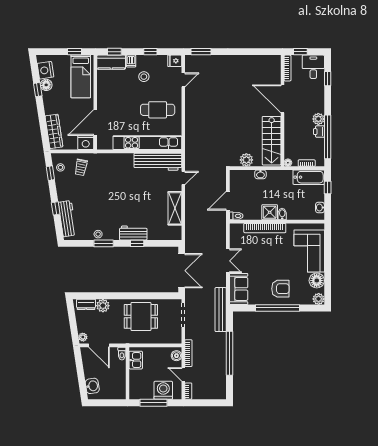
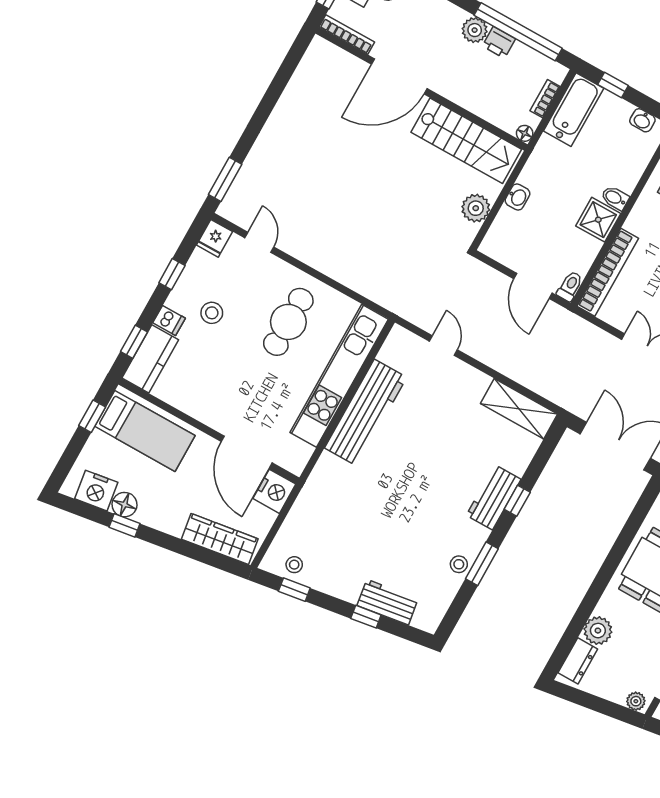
workbench: (158, 162) -> (366, 413), moved
trolley: (81, 167) -> (316, 526), removed
shelving: (175, 208) -> (519, 409), moved
workbench: (67, 219) -> (388, 602), width x0.73
bookcase: (265, 228) -> (608, 272), moved

